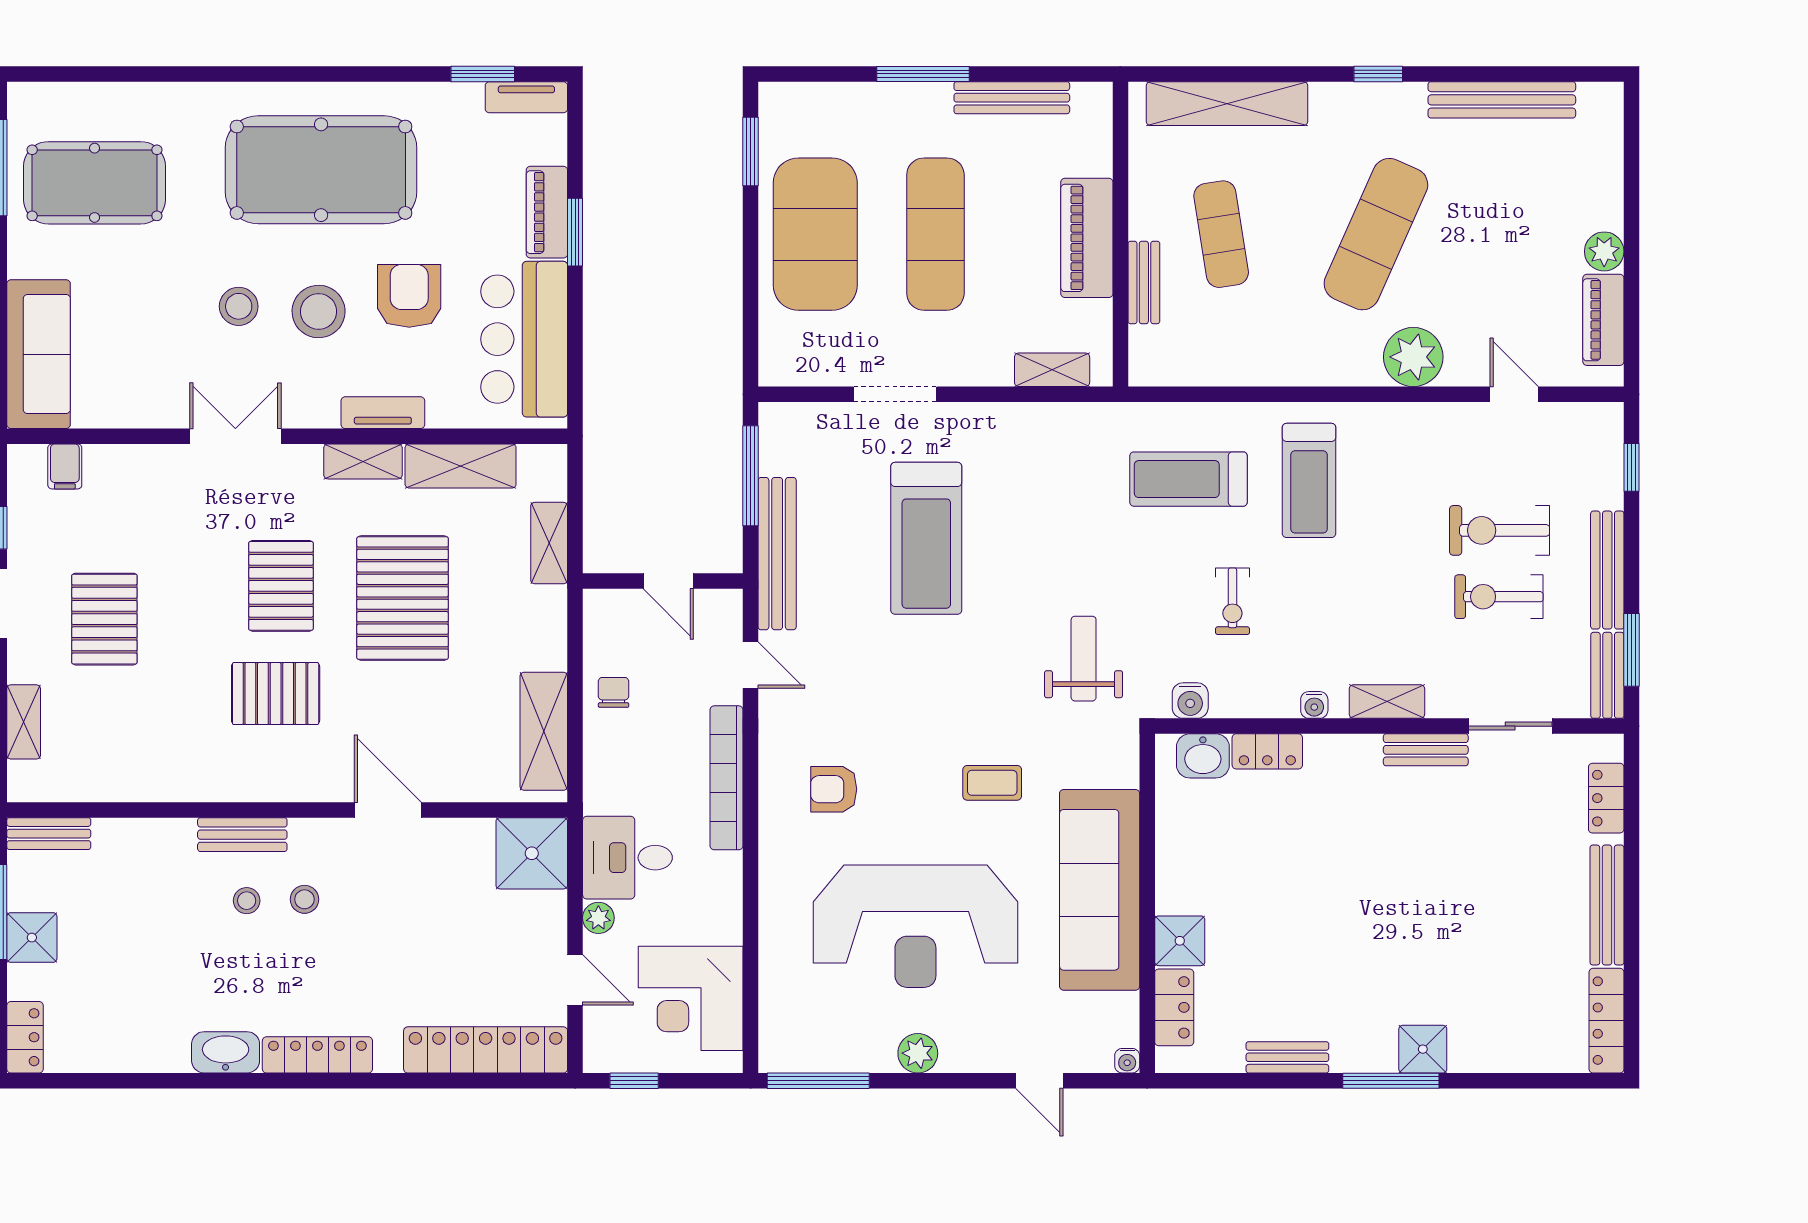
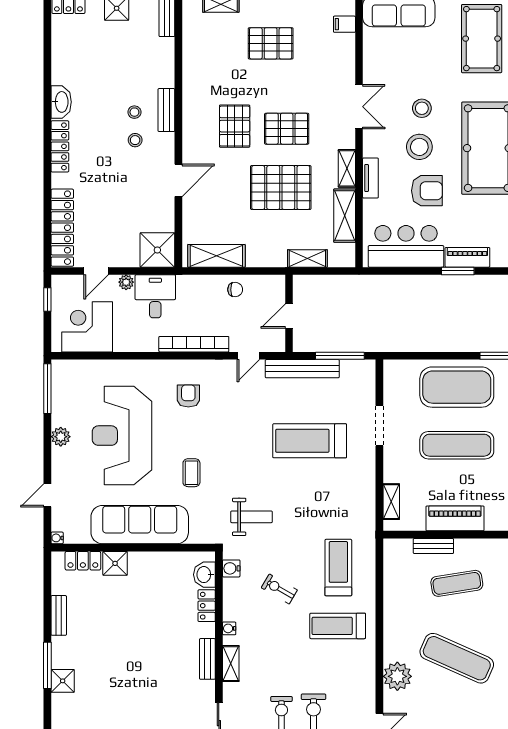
exercise bike: (1232, 601) -> (279, 589), turned 30
bench: (1426, 750) -> (207, 659), moved

